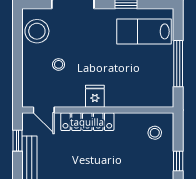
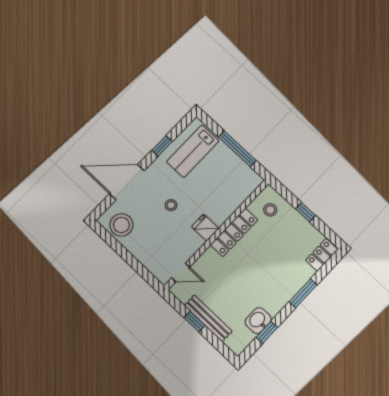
stool: (59, 64) -> (171, 205), moved
locker: (87, 122) -> (234, 232), moved
window: (18, 141) -> (195, 322), moved

